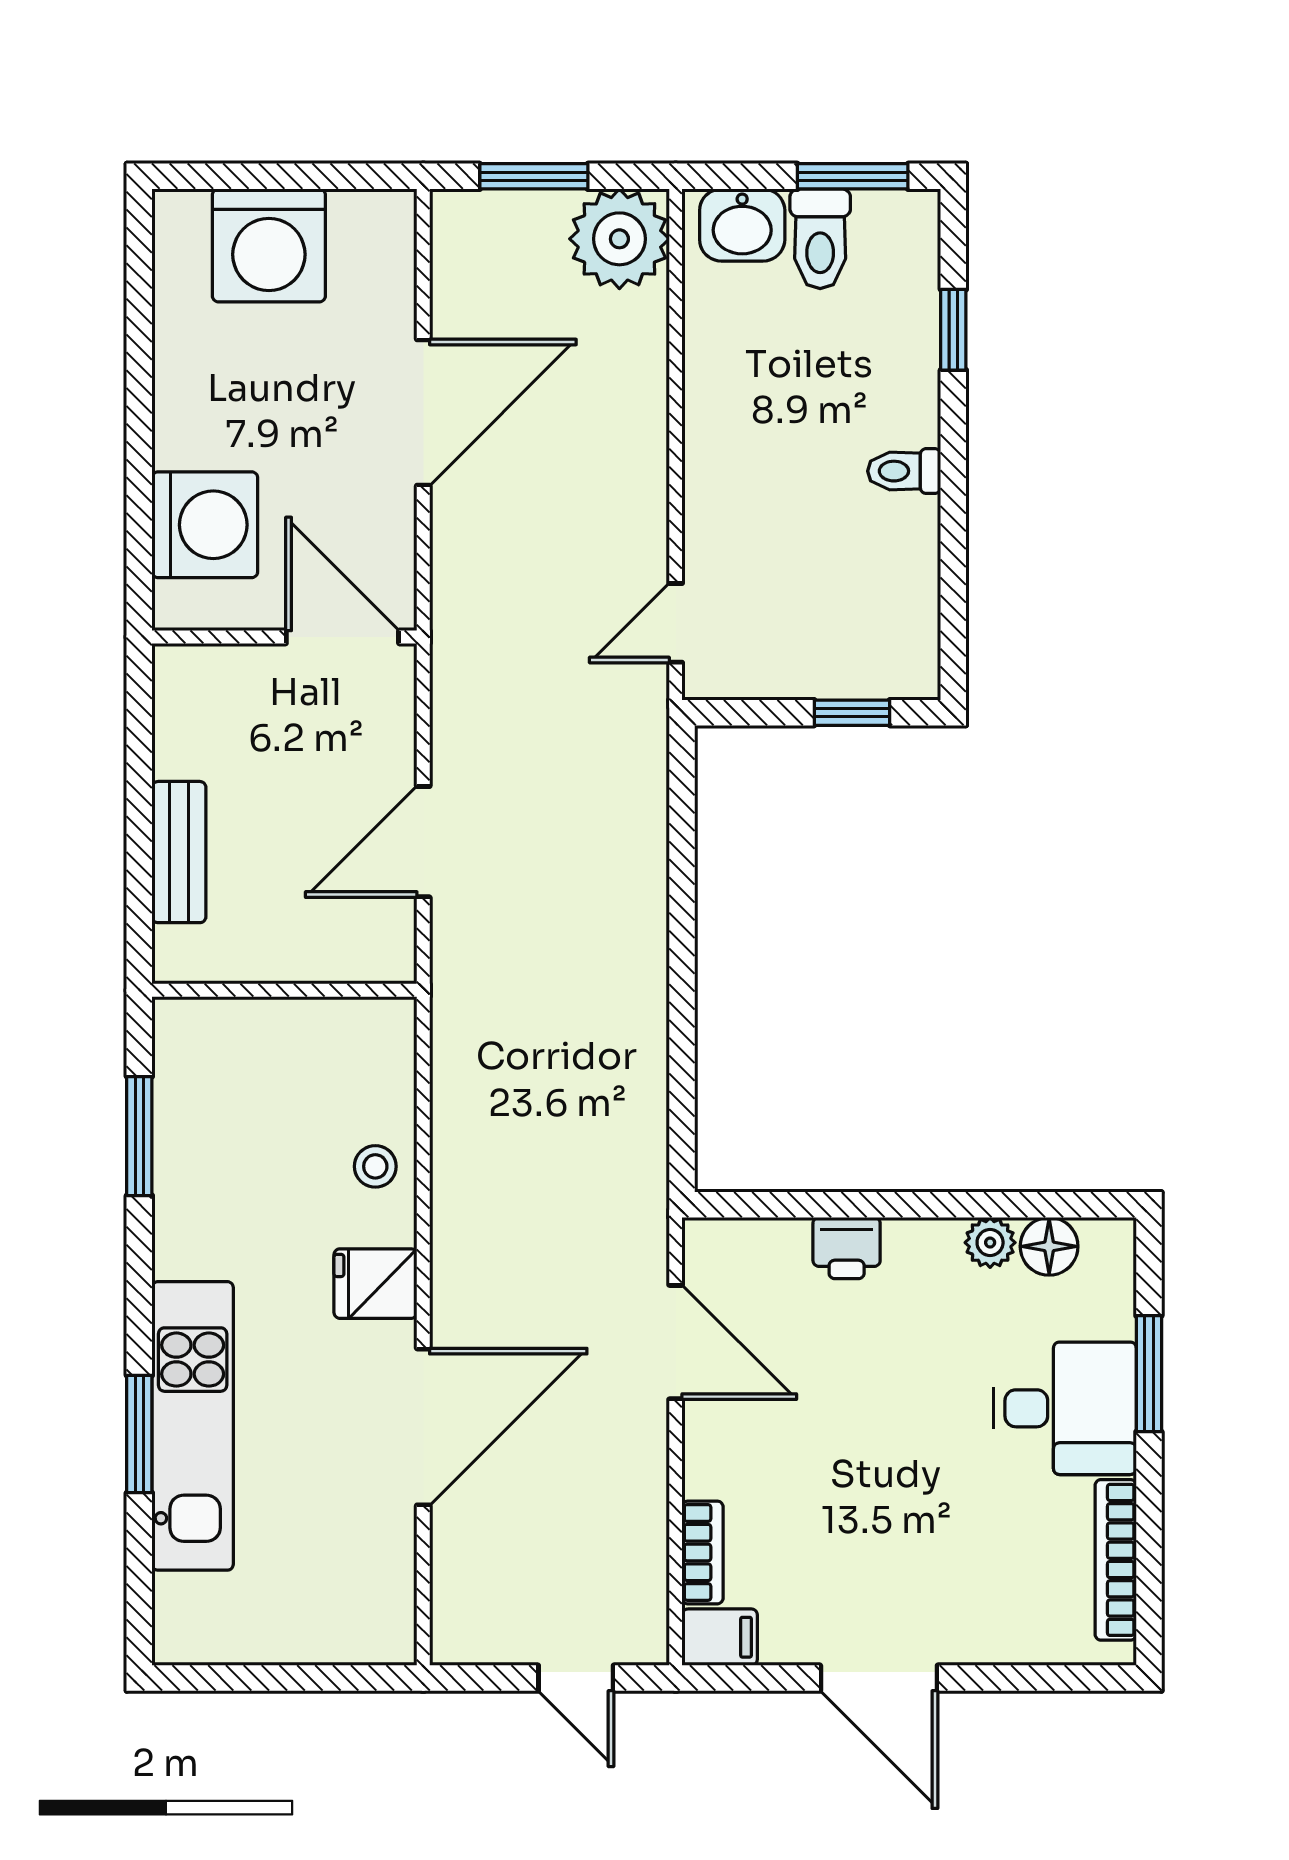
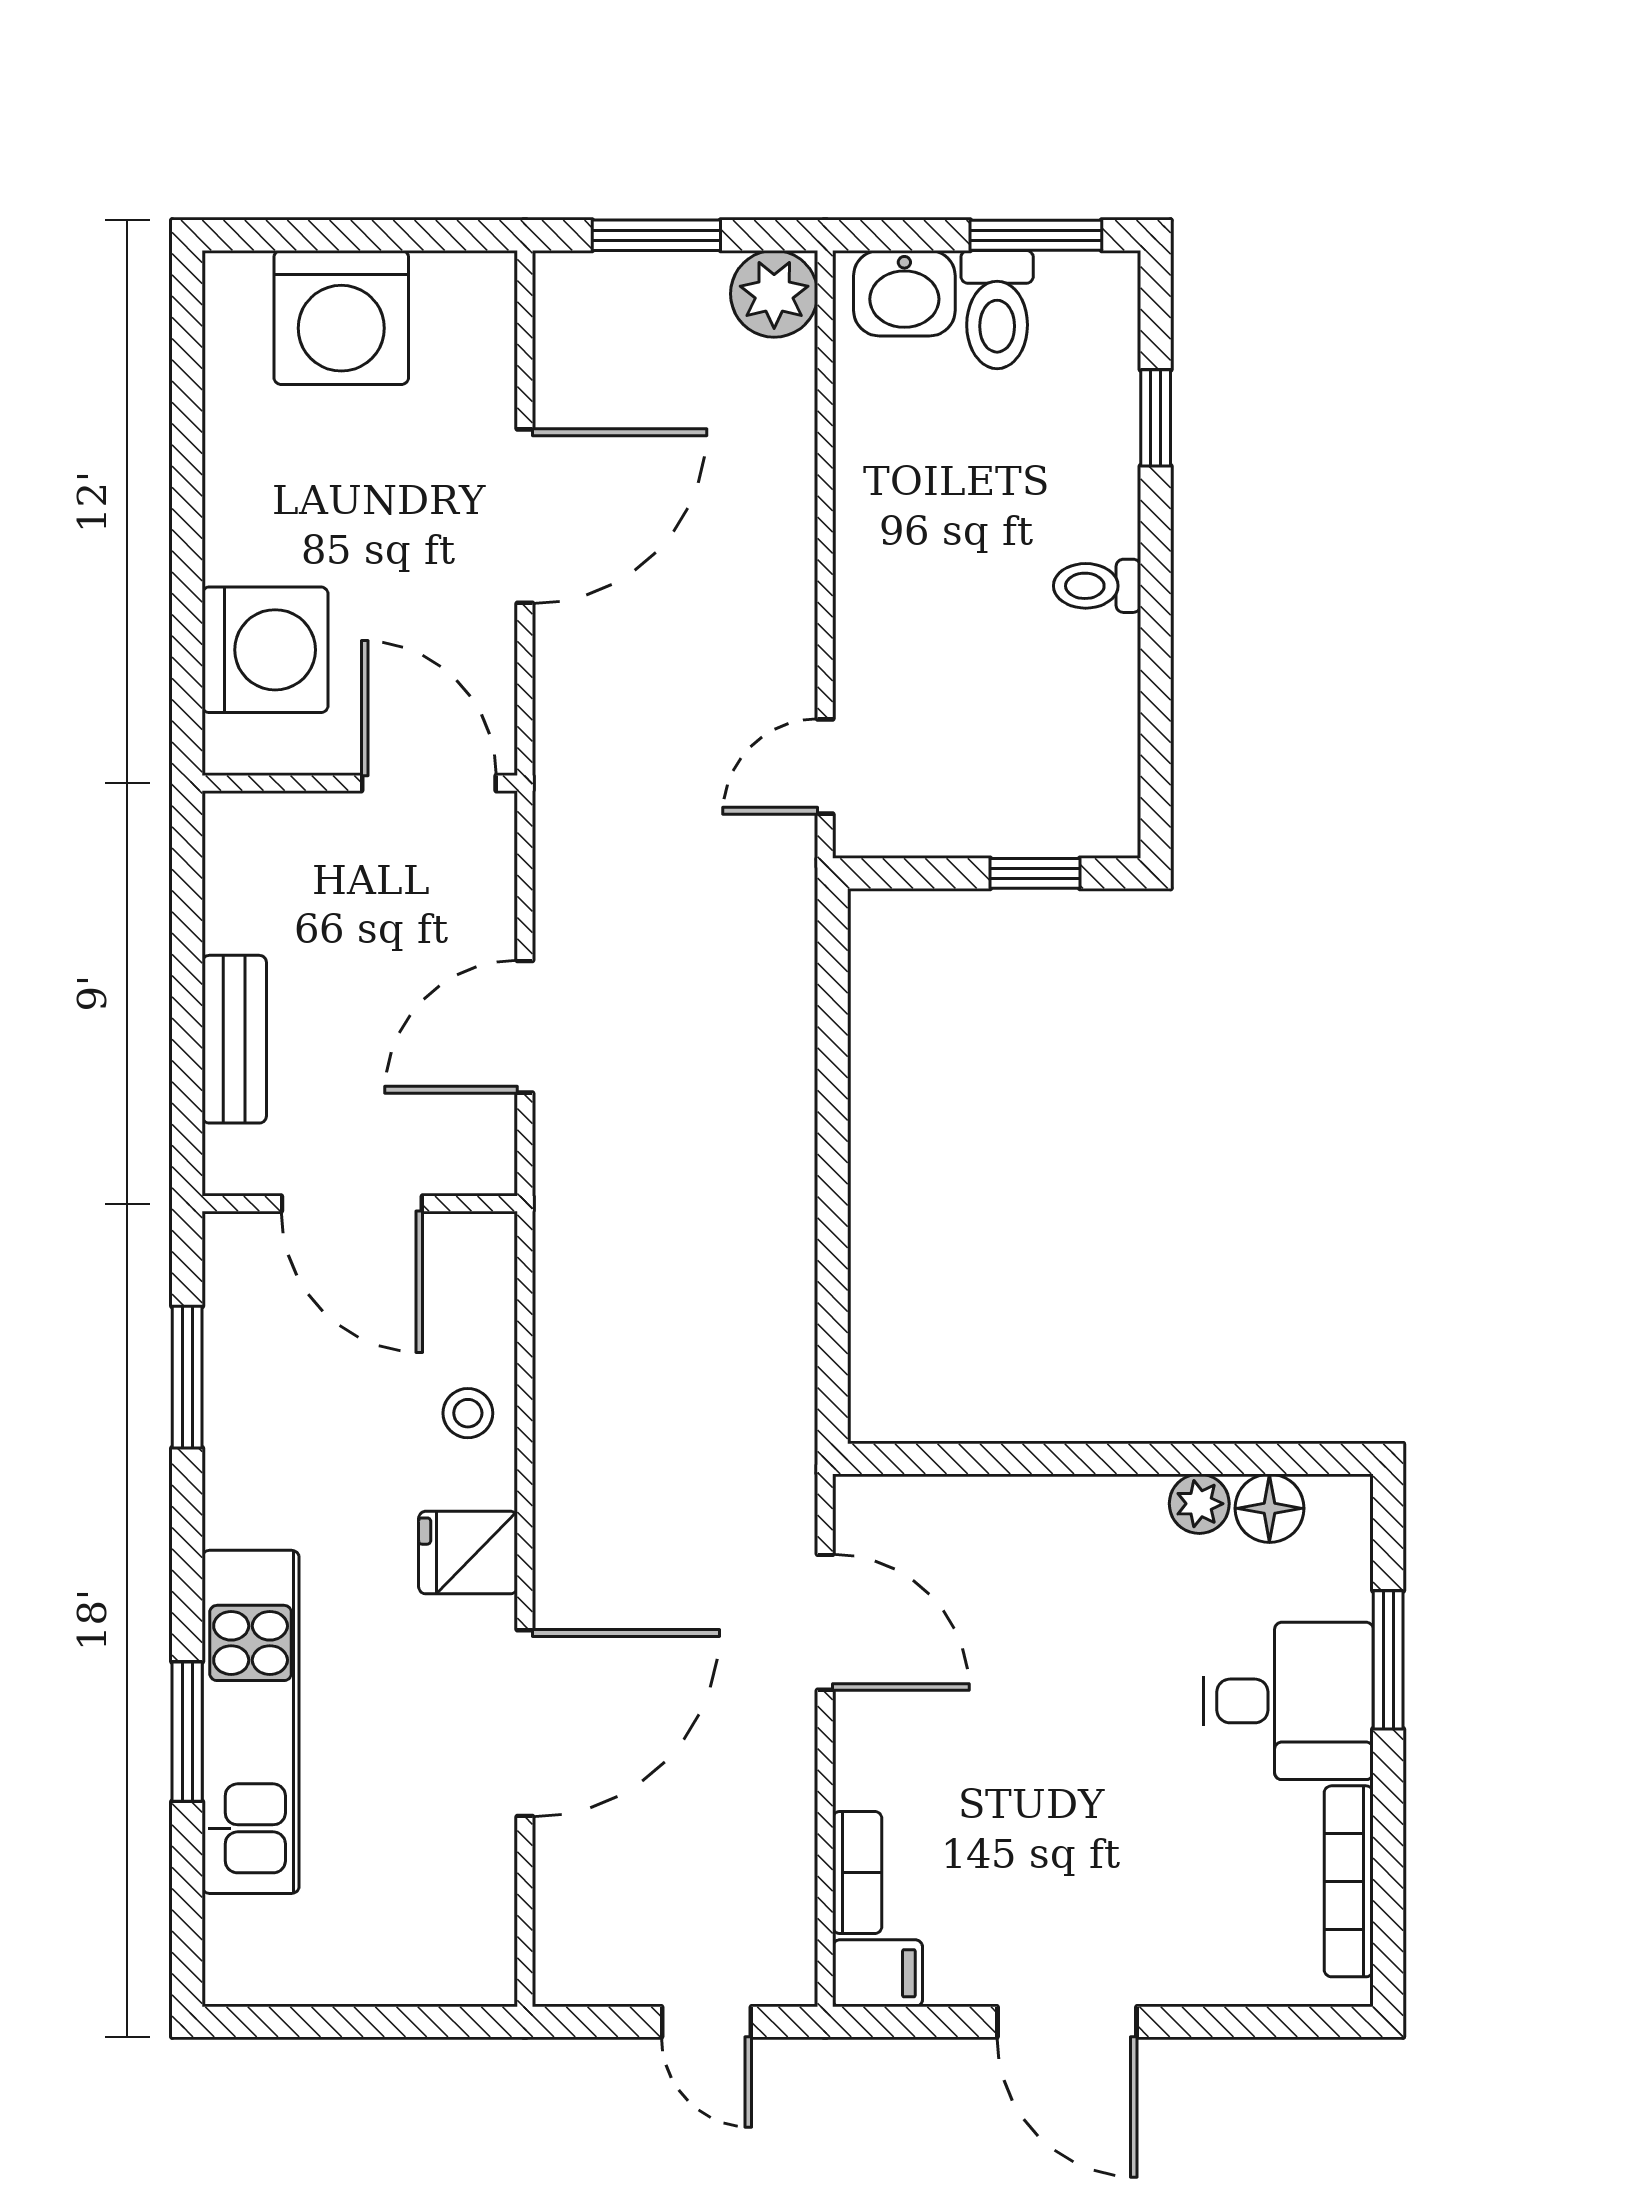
plant: (619, 239) -> (774, 294), width x0.73, depth x0.73
door: (278, 990) -> (352, 1204), added
printer: (847, 1248) -> (1029, 1510), removed

